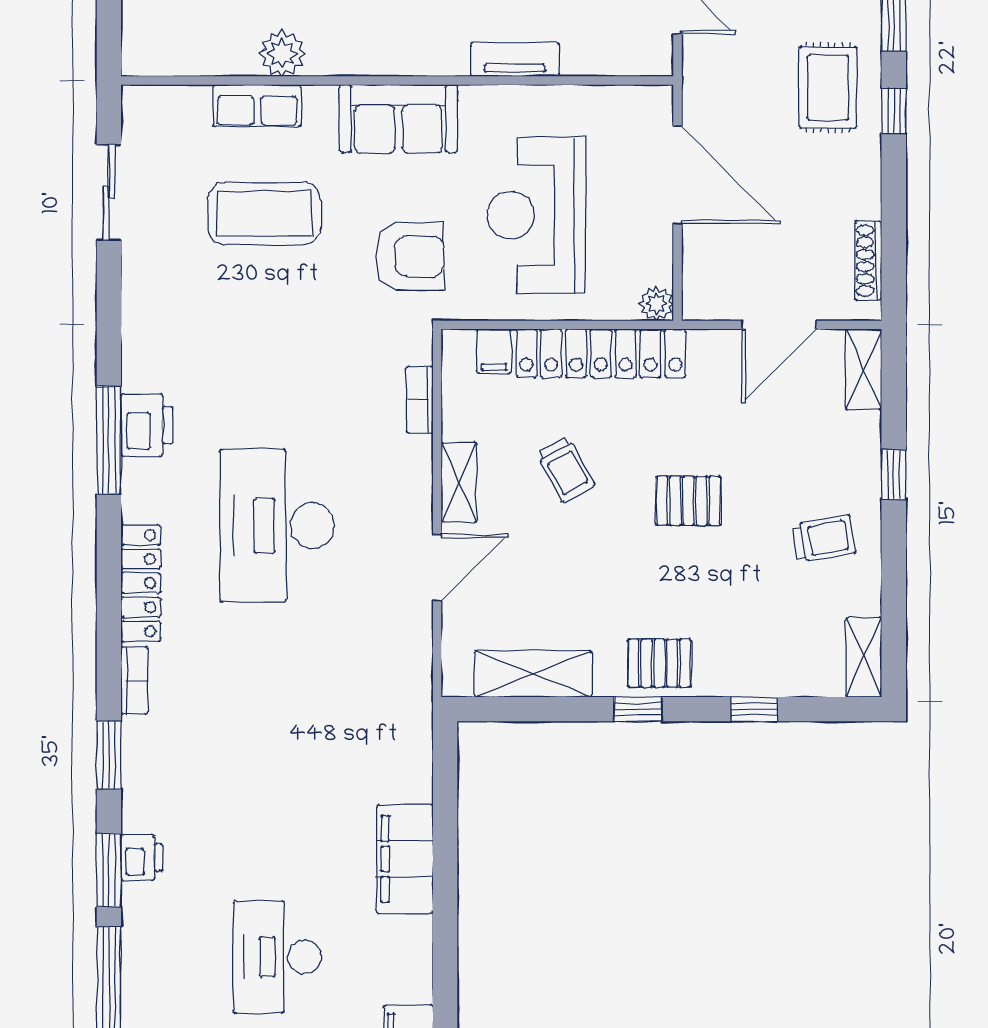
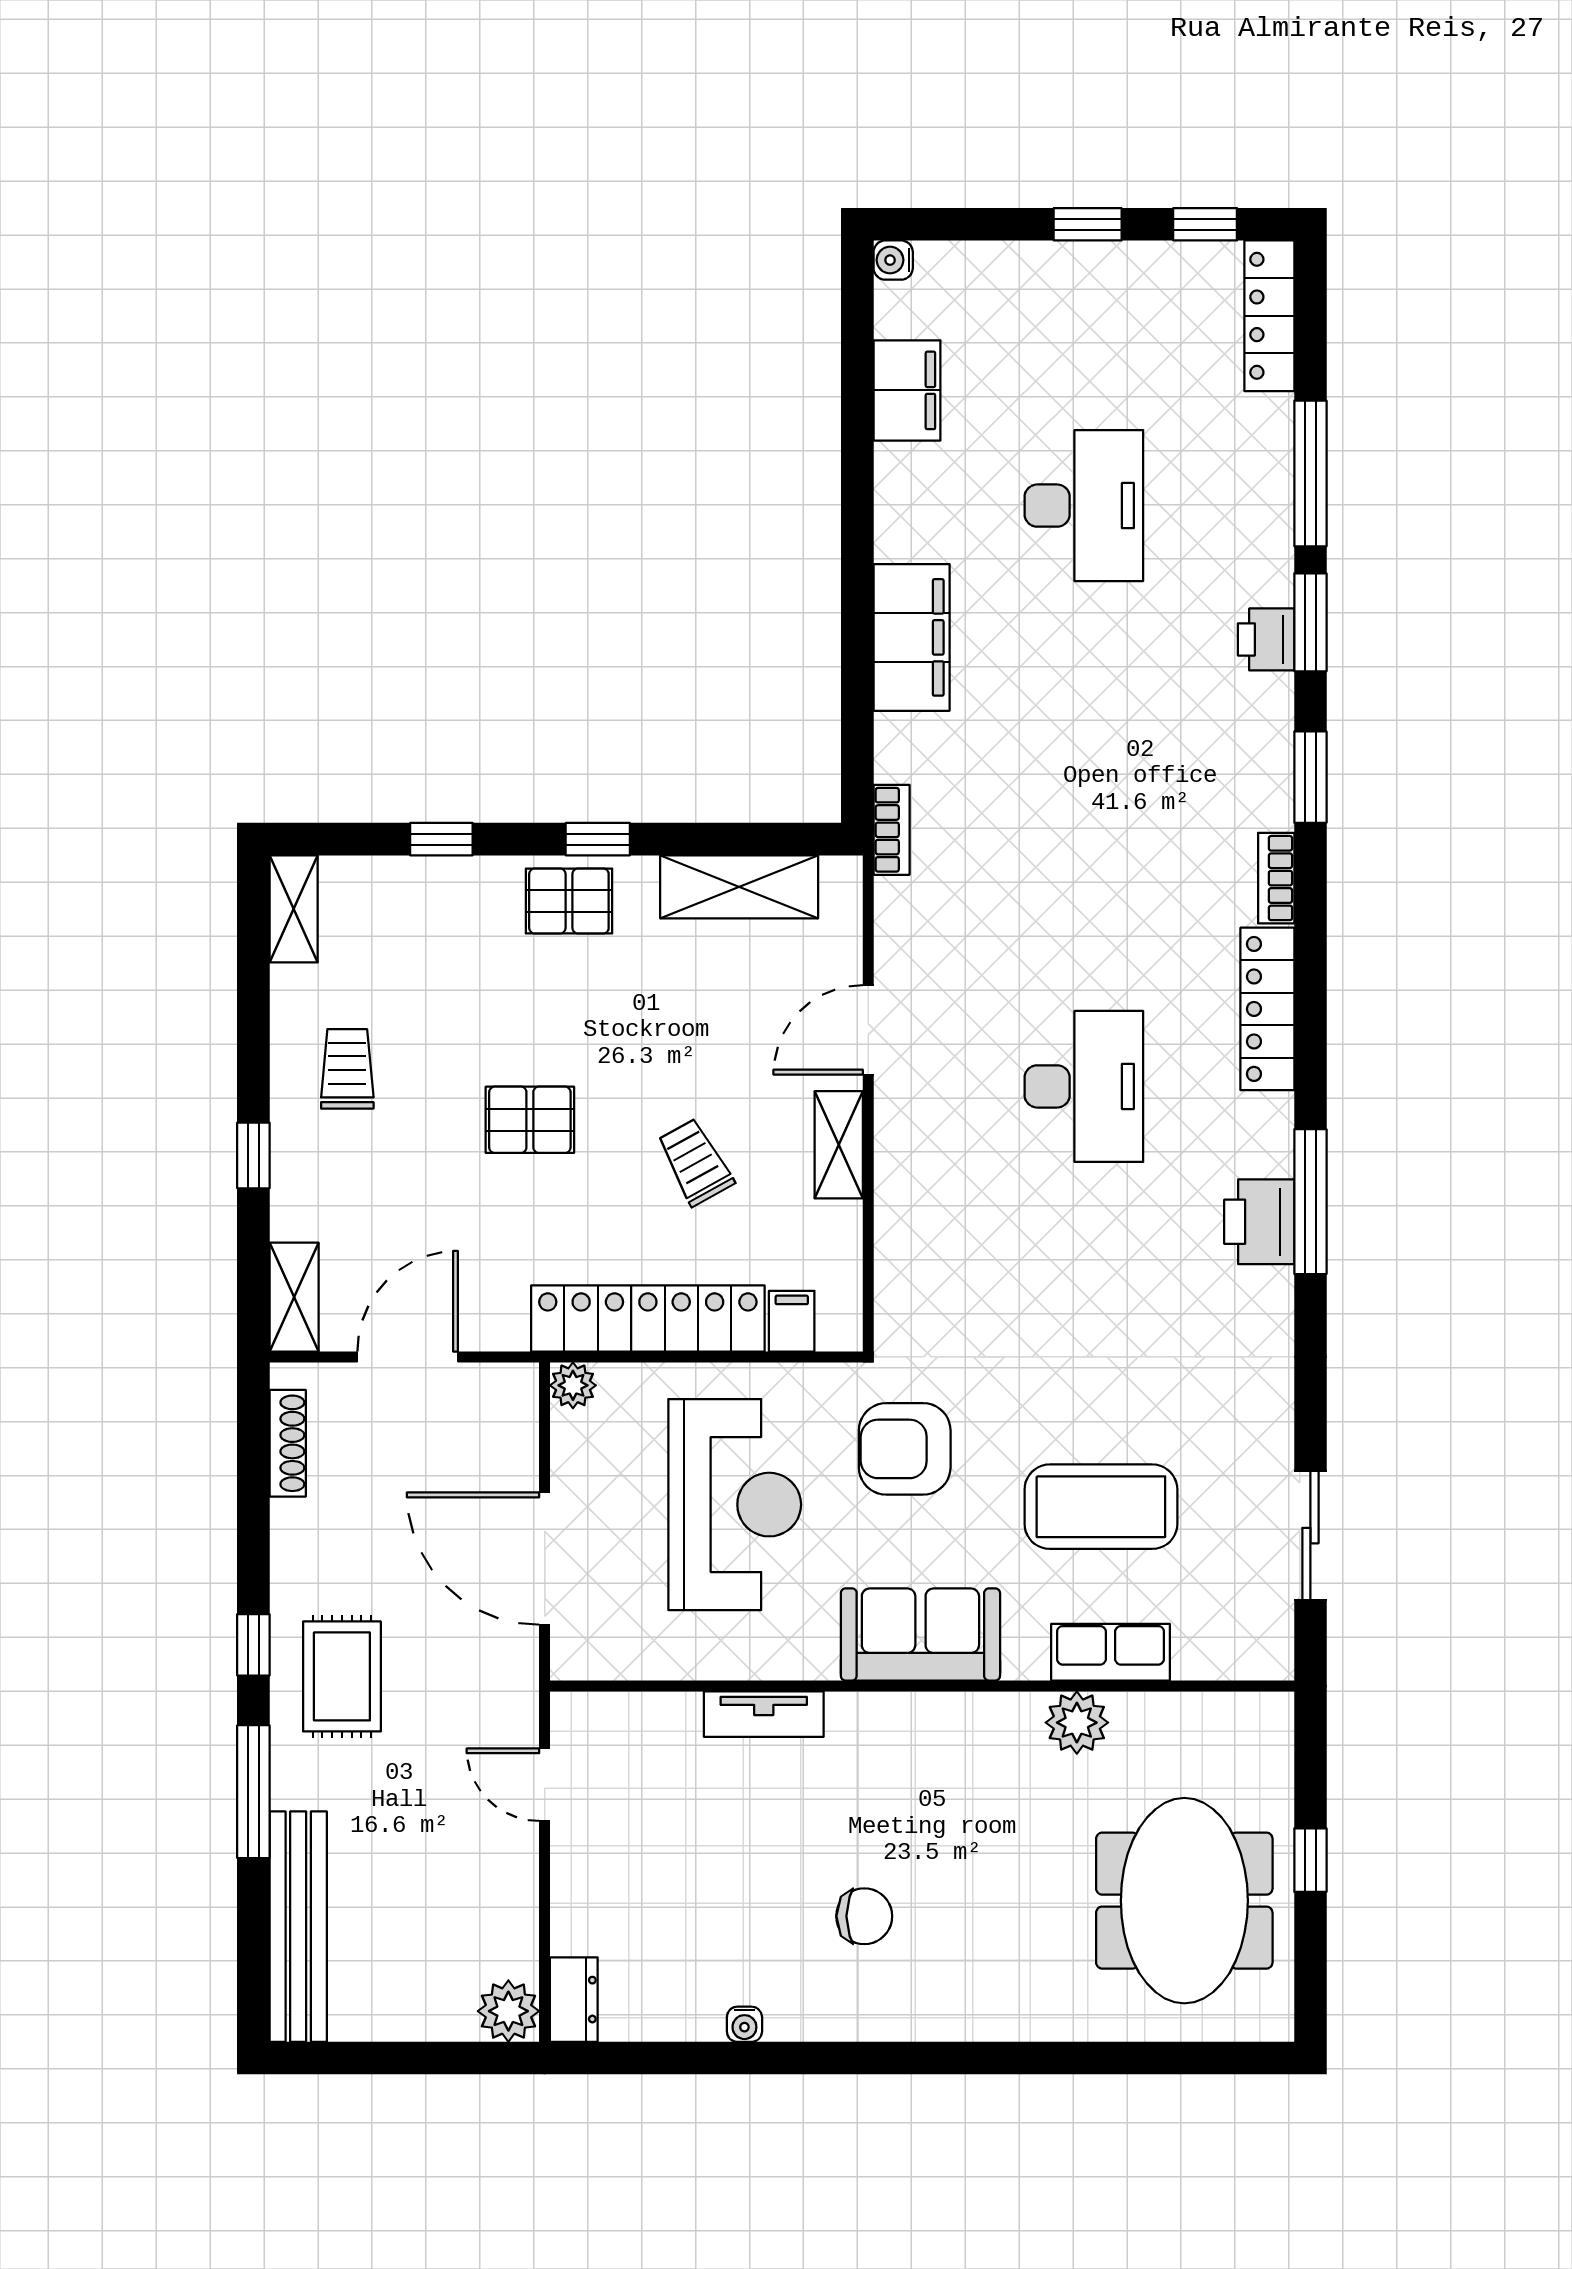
bookcase: (420, 400) -> (892, 830), moved
desk: (277, 526) -> (1084, 1086), width x0.73, depth x0.77
trolley: (824, 539) -> (347, 1069), turned 100

